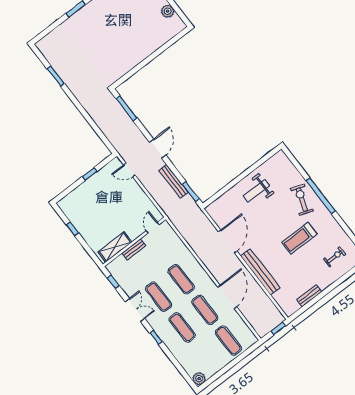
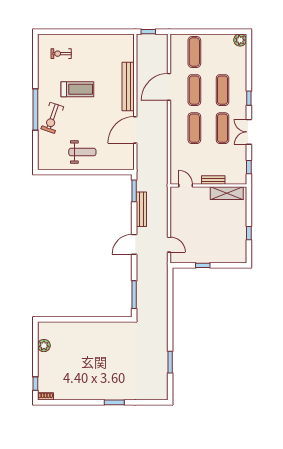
door: (153, 228) -> (186, 186), swing flipped
bench: (309, 296) -> (104, 38), removed

